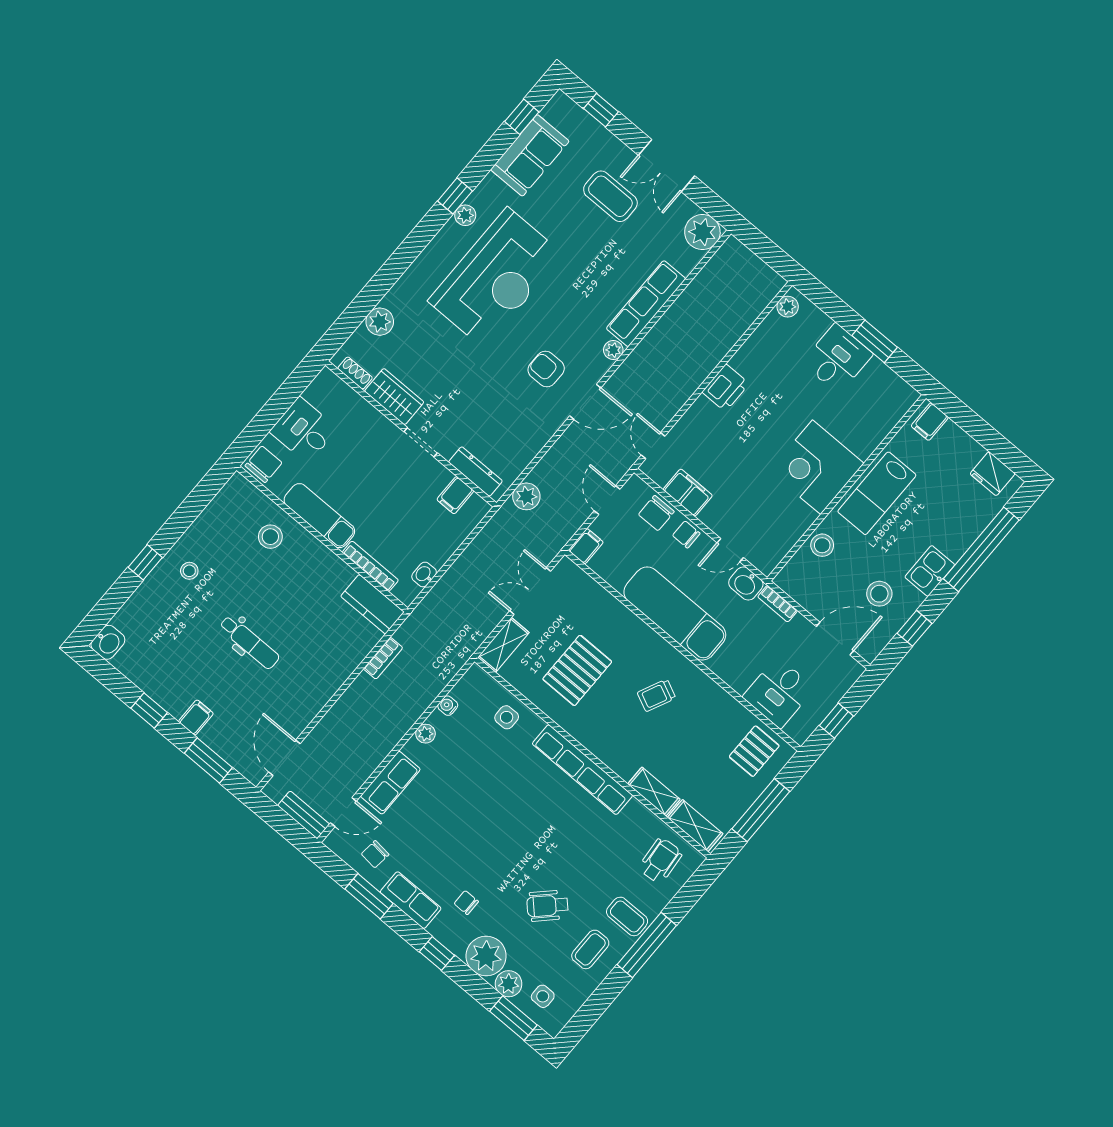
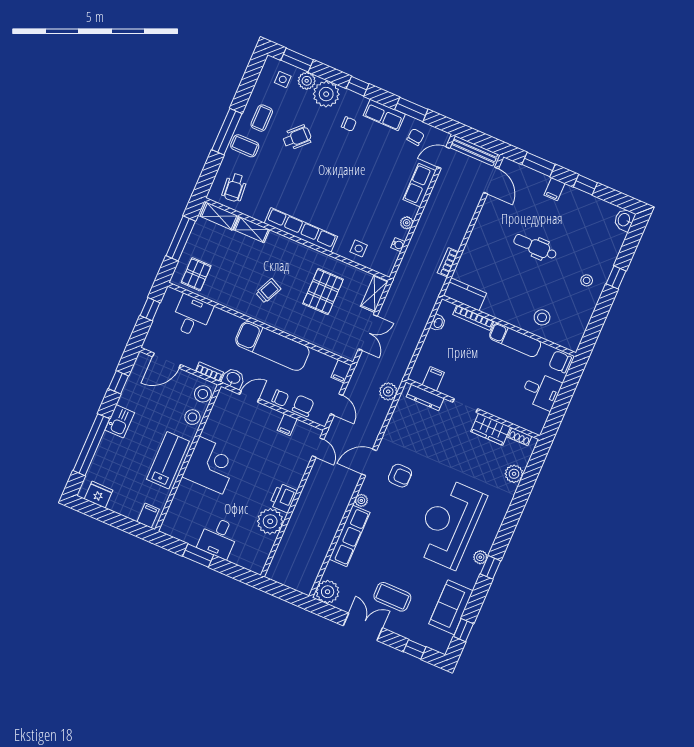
plant: (788, 307) -> (270, 521), moved, width x1.88, depth x1.88
chair: (264, 464) -> (560, 362), turned 90
filing cabinet: (688, 493) -> (287, 425), width x0.50
stool: (879, 594) -> (203, 394), moved
bench: (304, 815) -> (474, 151), width x1.36

